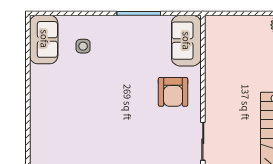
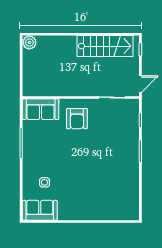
armchair: (173, 92) -> (77, 119), turned 90

